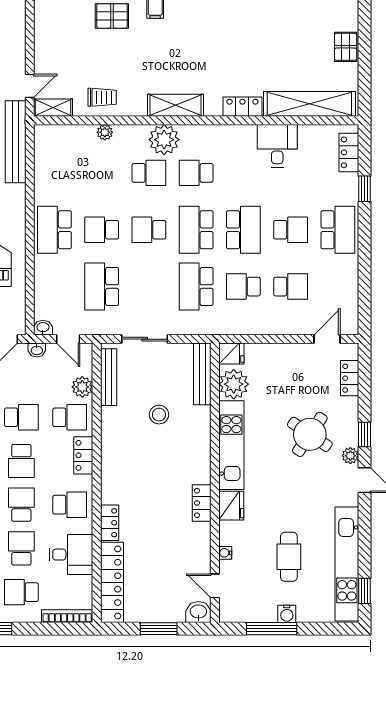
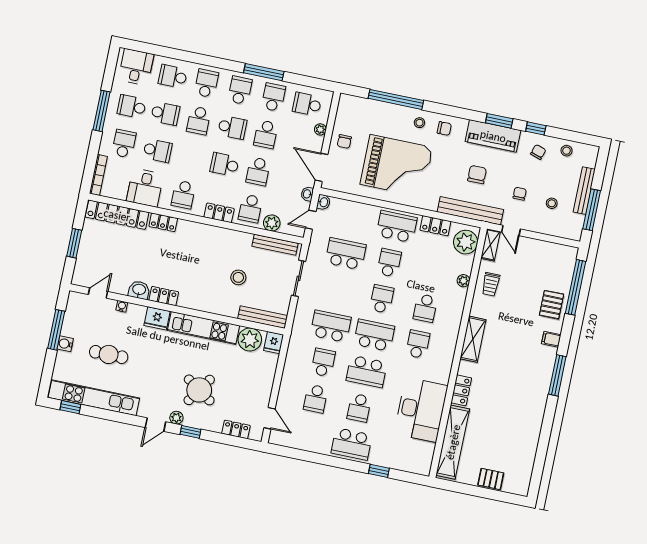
plant: (164, 140) -> (466, 242), moved
desk: (277, 146) -> (421, 410), width x1.87, depth x1.30
locker: (349, 152) -> (435, 226), moved, turned 180
school desk: (21, 505) -> (191, 158), removed
washbasin: (198, 612) -> (139, 290), moved, turned -90

